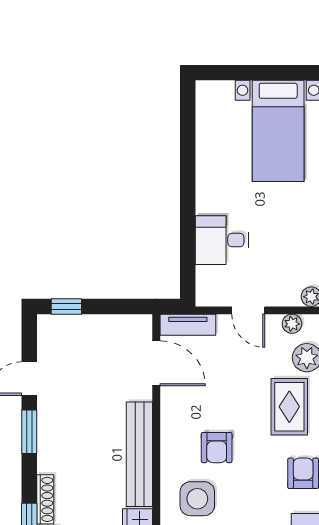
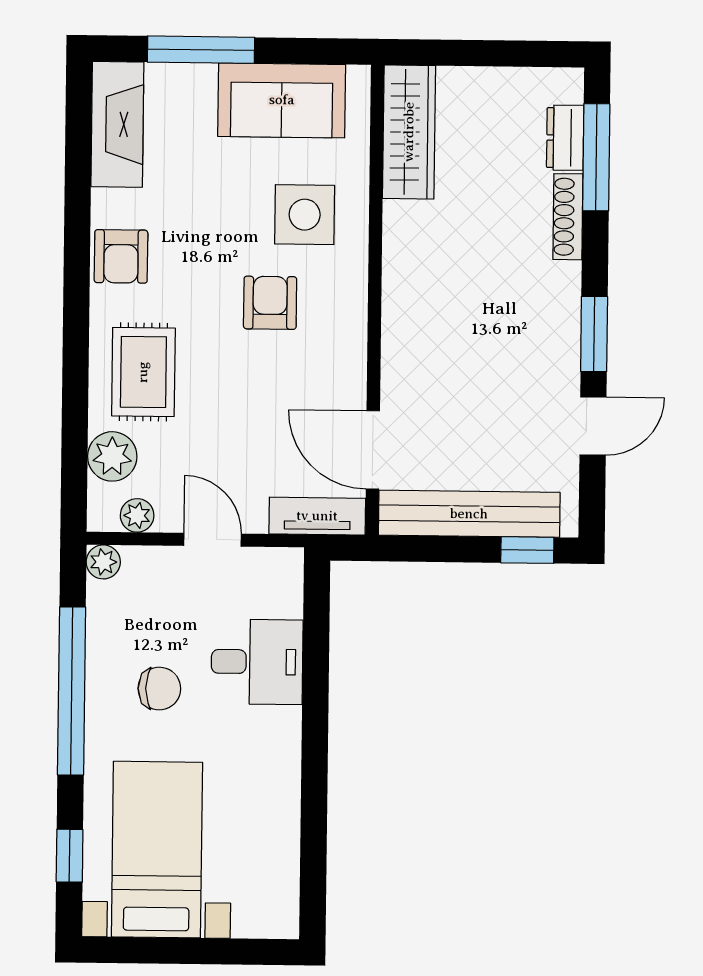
chair: (278, 224) -> (159, 689), added
bench: (139, 454) -> (469, 514), moved, turned 90

